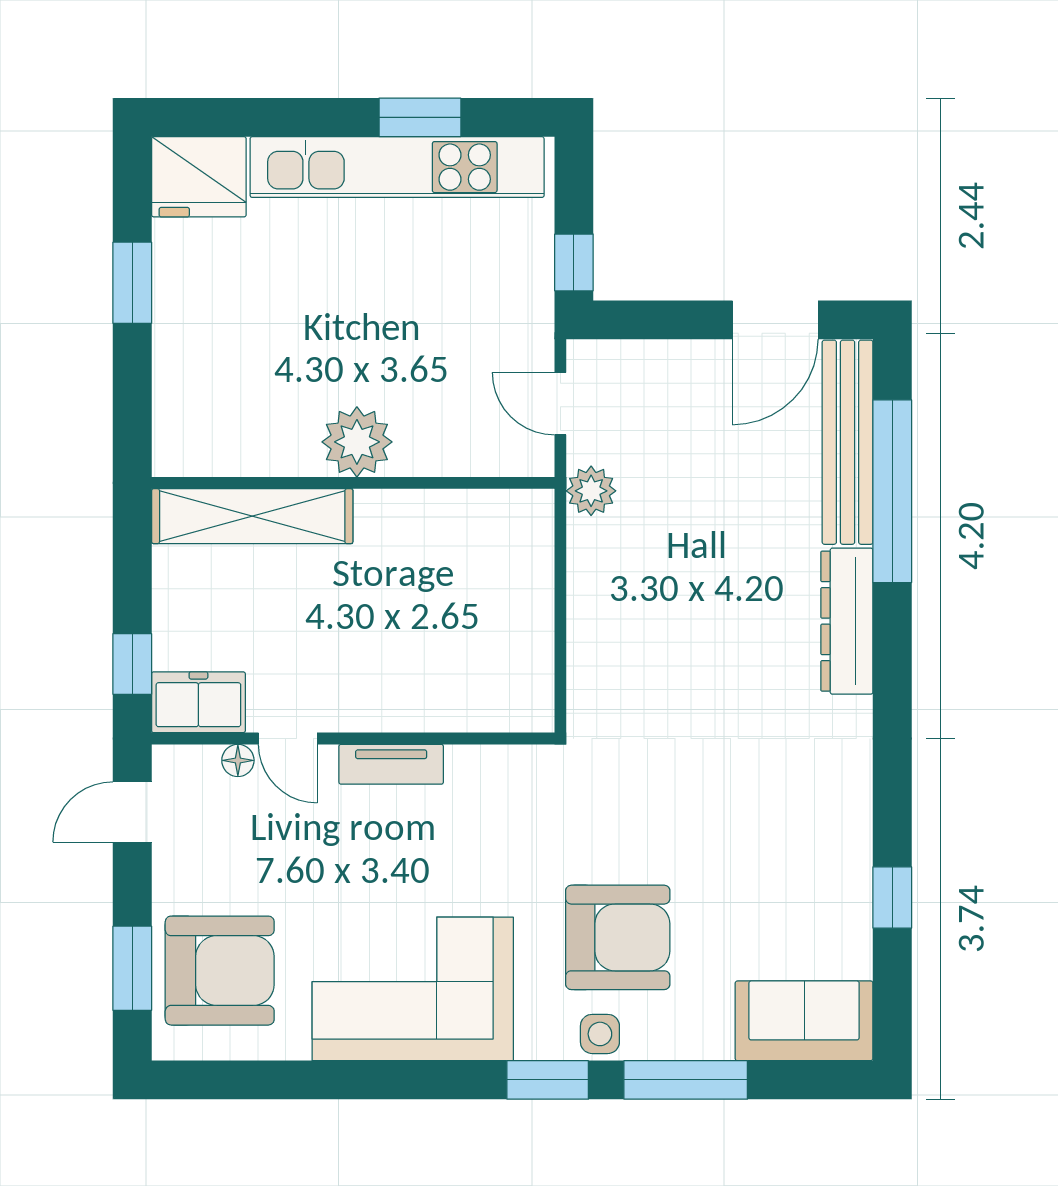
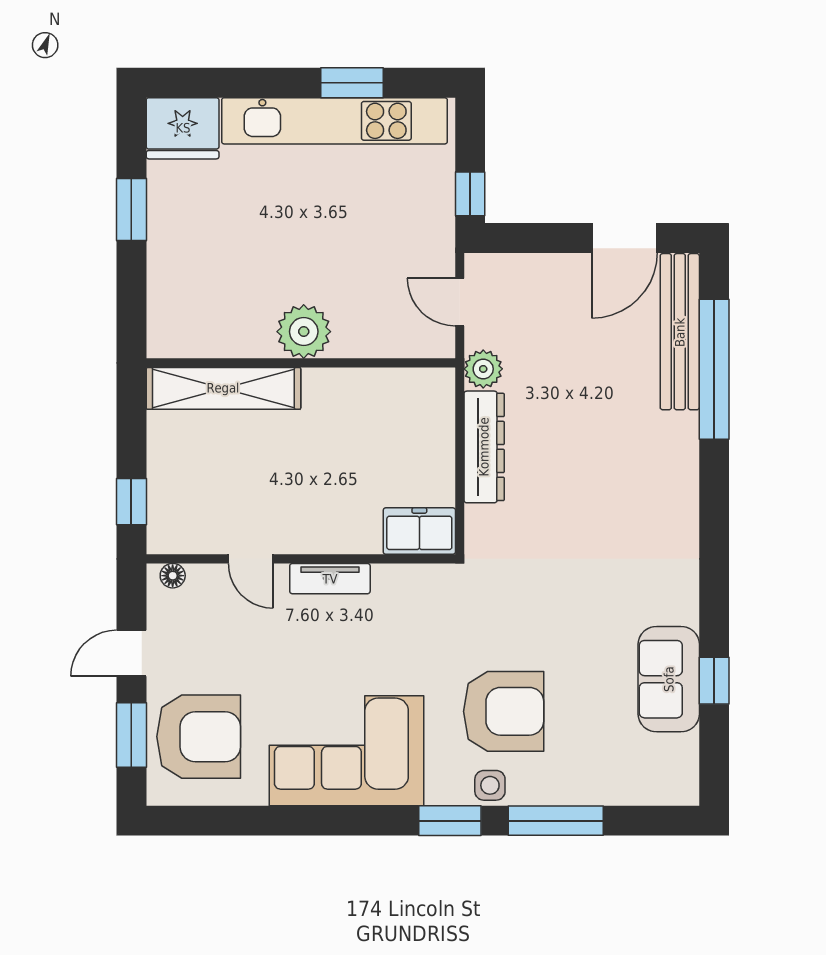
dresser: (847, 621) -> (484, 447), moved, turned 180
freezer: (198, 702) -> (419, 531), moved
floor lamp: (238, 760) -> (173, 576), moved
door: (132, 812) -> (131, 653), moved
sofa: (804, 1021) -> (669, 679), moved, turned -90

